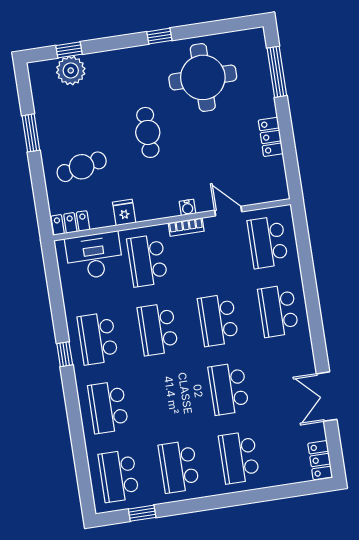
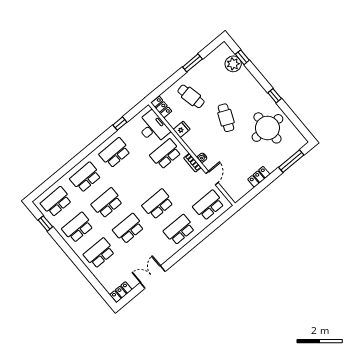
cafe table: (148, 132) -> (226, 118), turned -66
school desk: (158, 329) -> (107, 203), moved
window: (65, 354) -> (120, 124), moved

